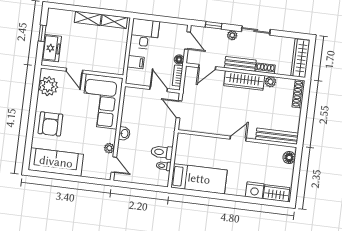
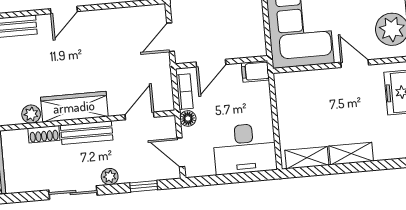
desk: (145, 34) -> (245, 149), width x1.37
filing cabinet: (136, 62) -> (255, 71), moved
door: (159, 89) -> (211, 63), hinge flipped
door: (179, 109) -> (170, 37), swing flipped

